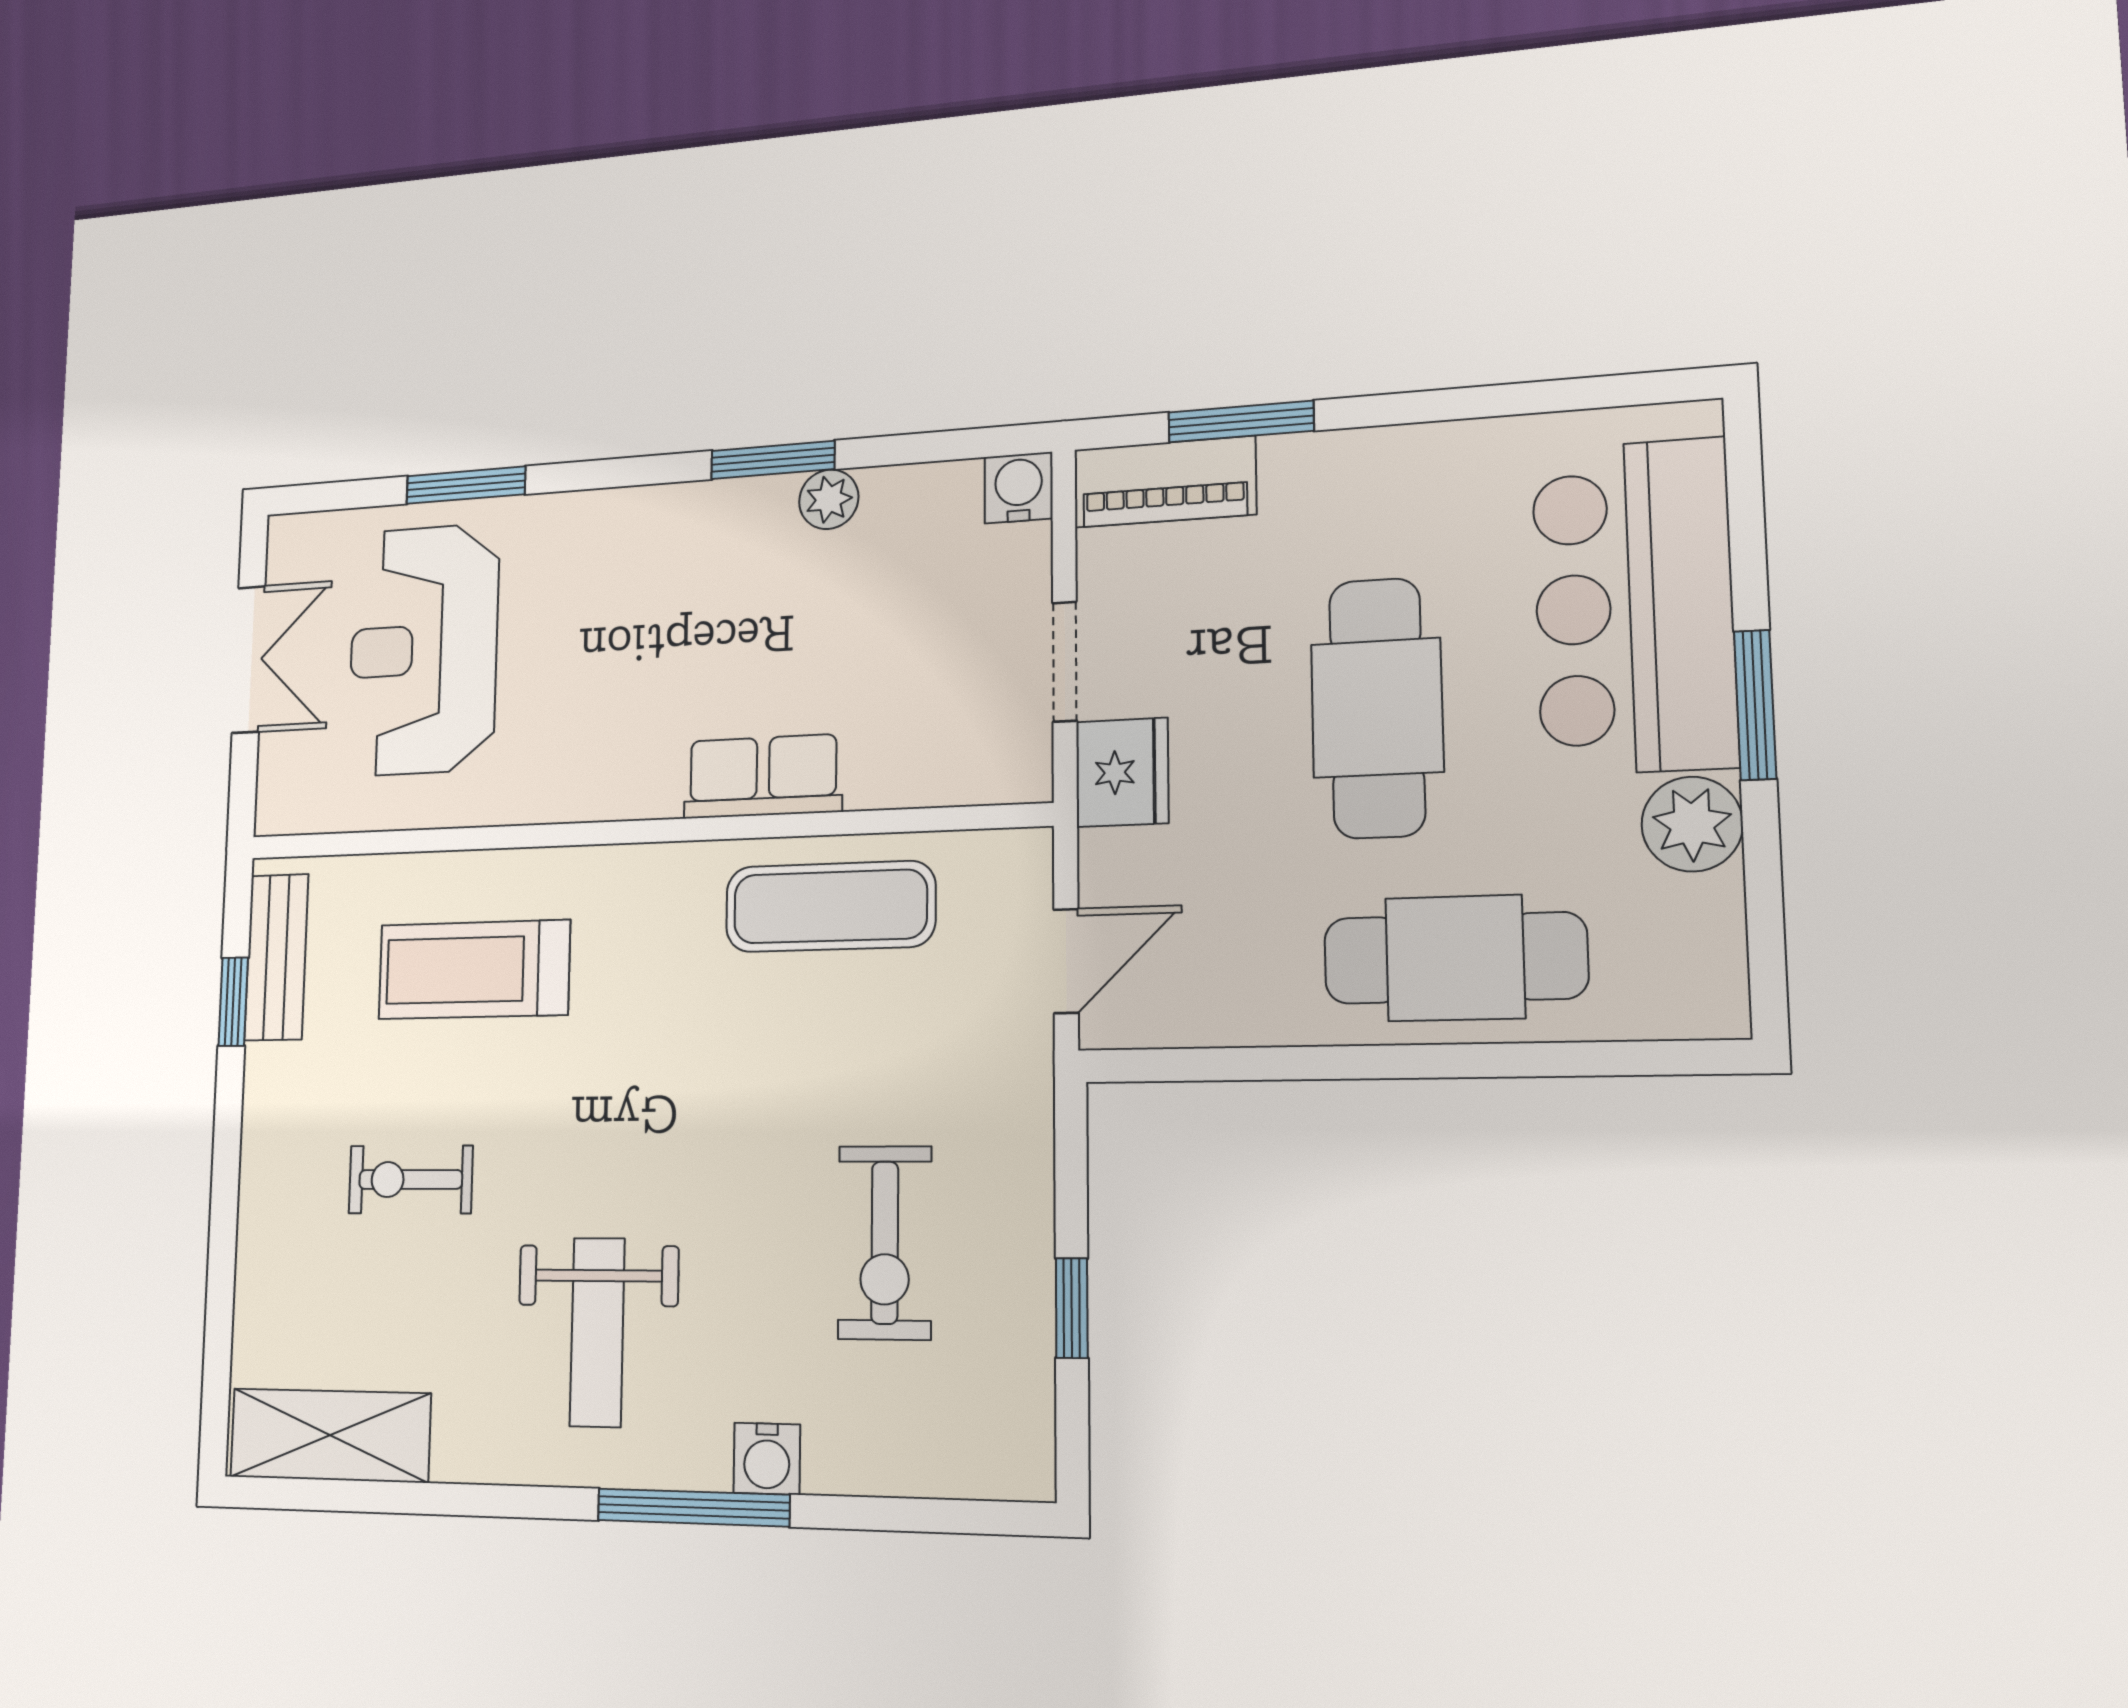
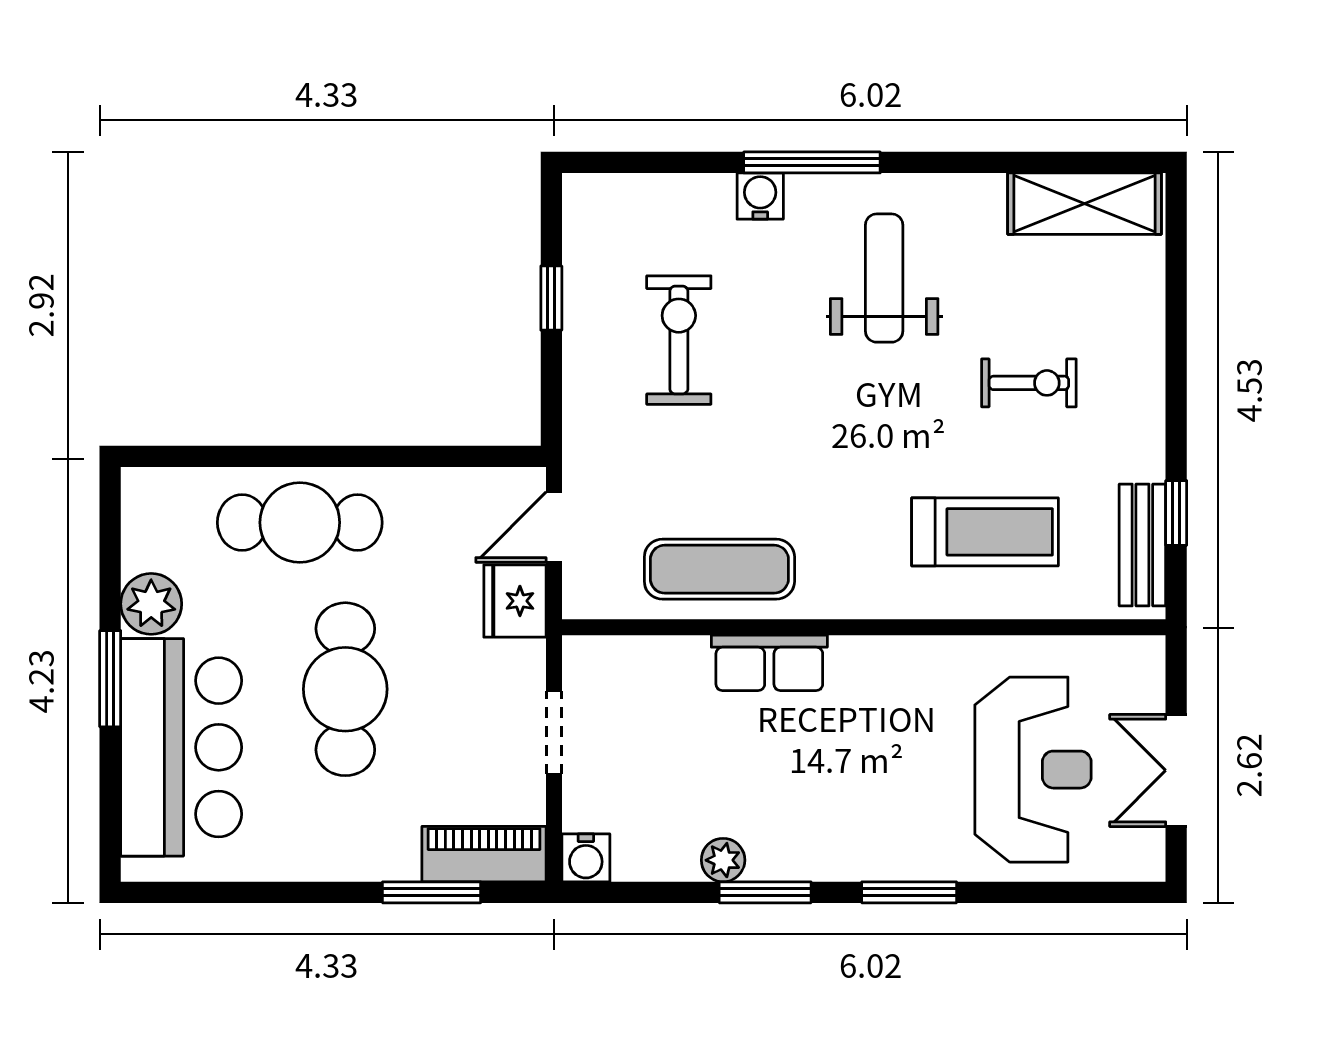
window: (466, 485) -> (909, 892), moved
fridge: (1122, 772) -> (515, 601), moved

